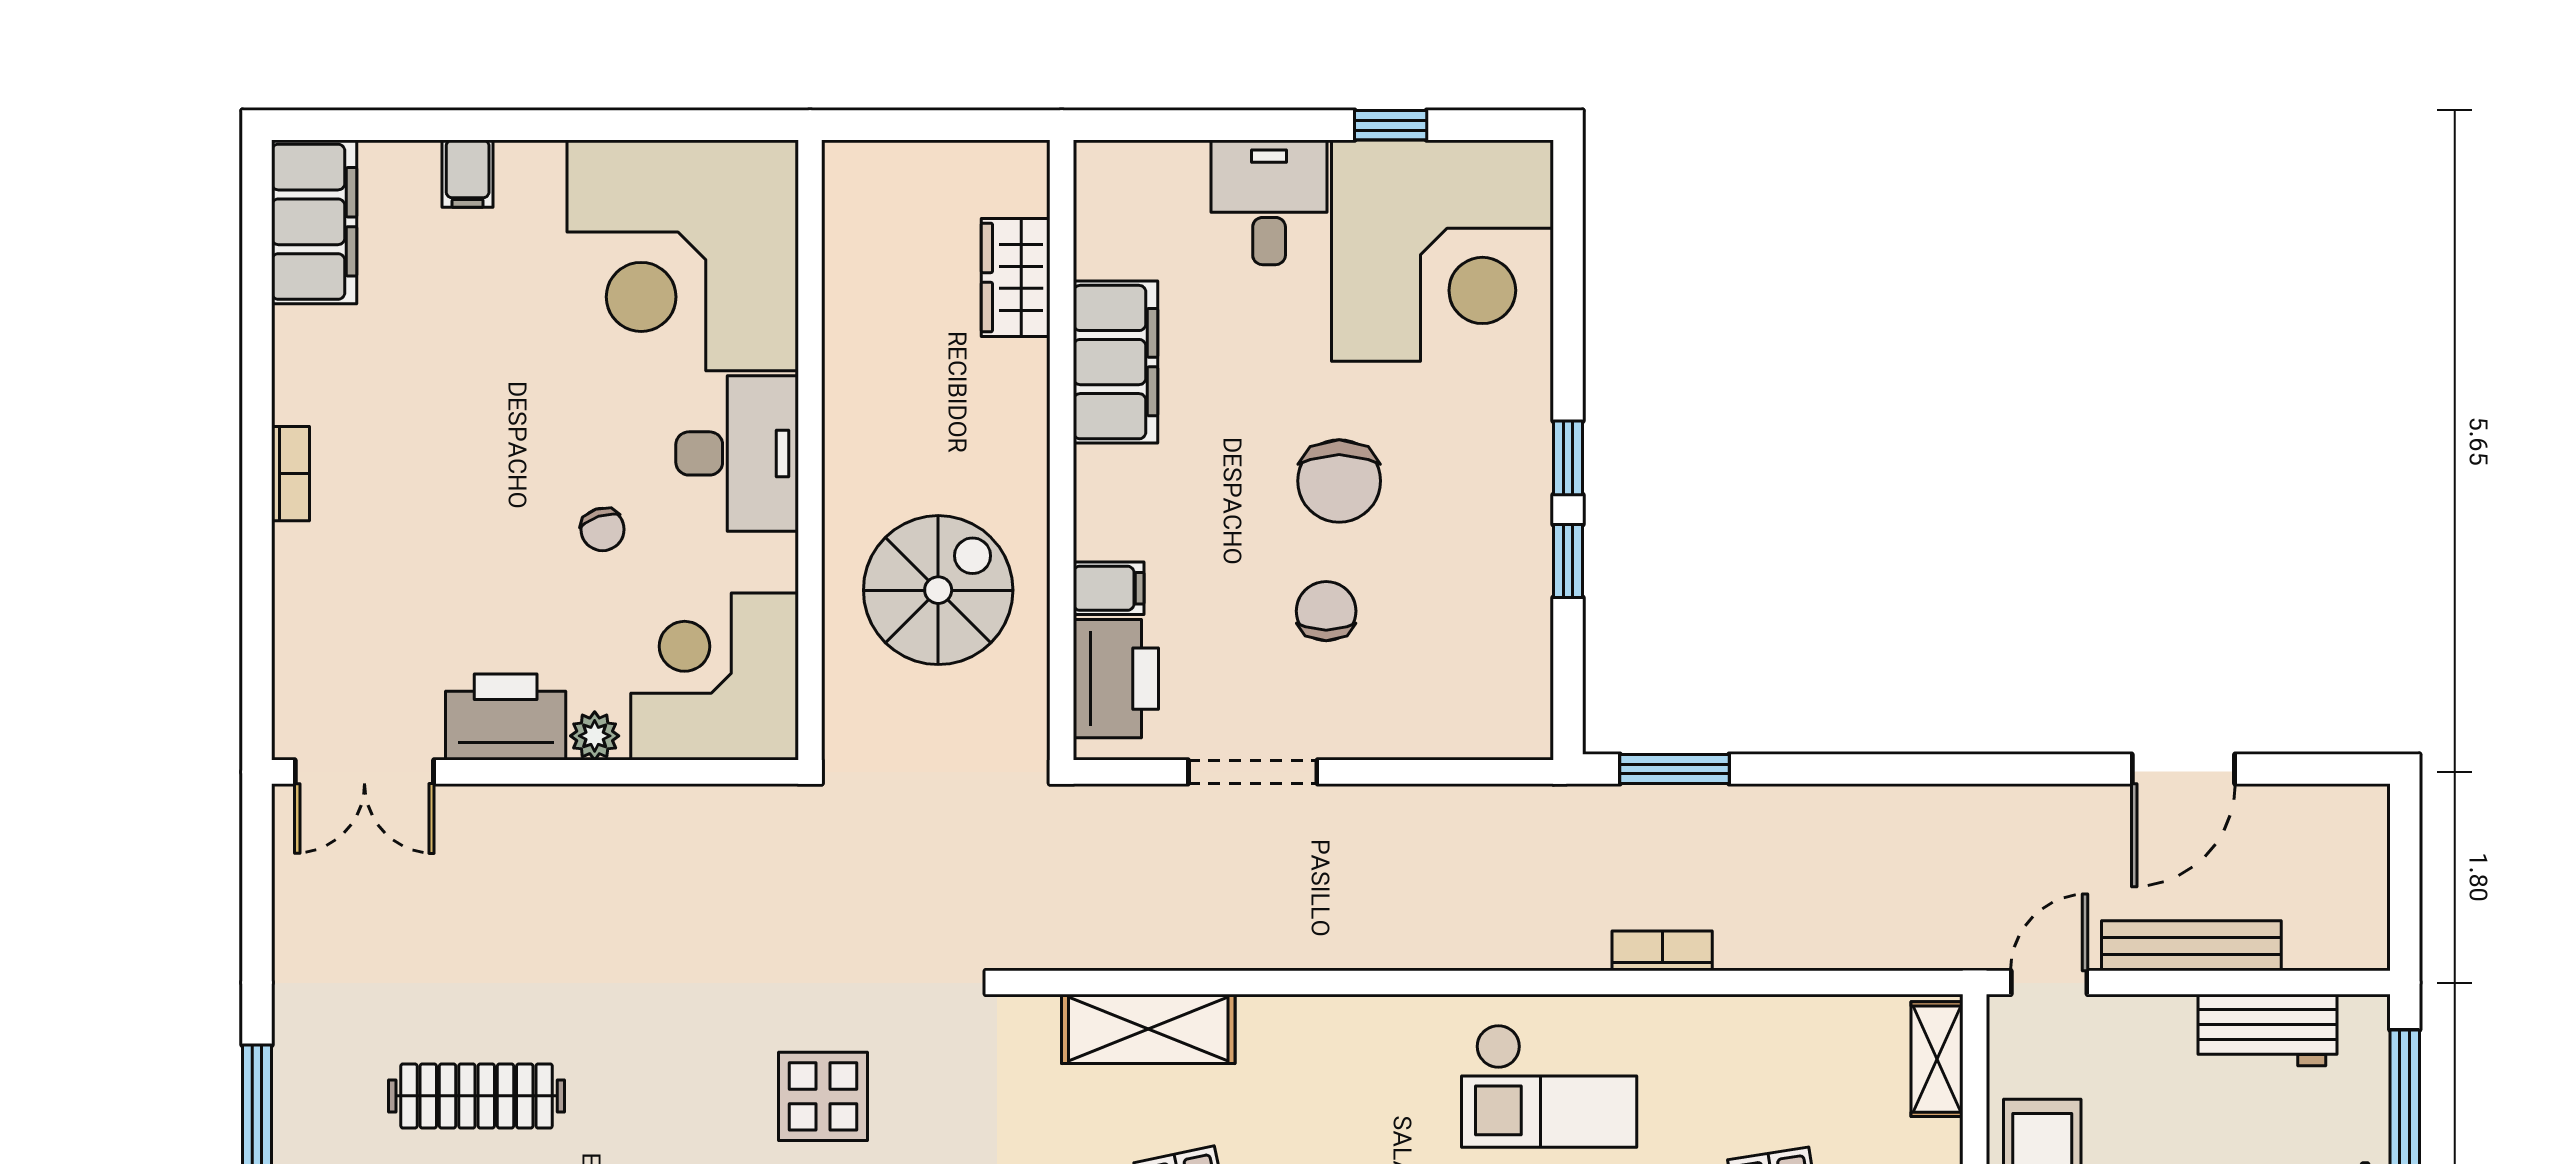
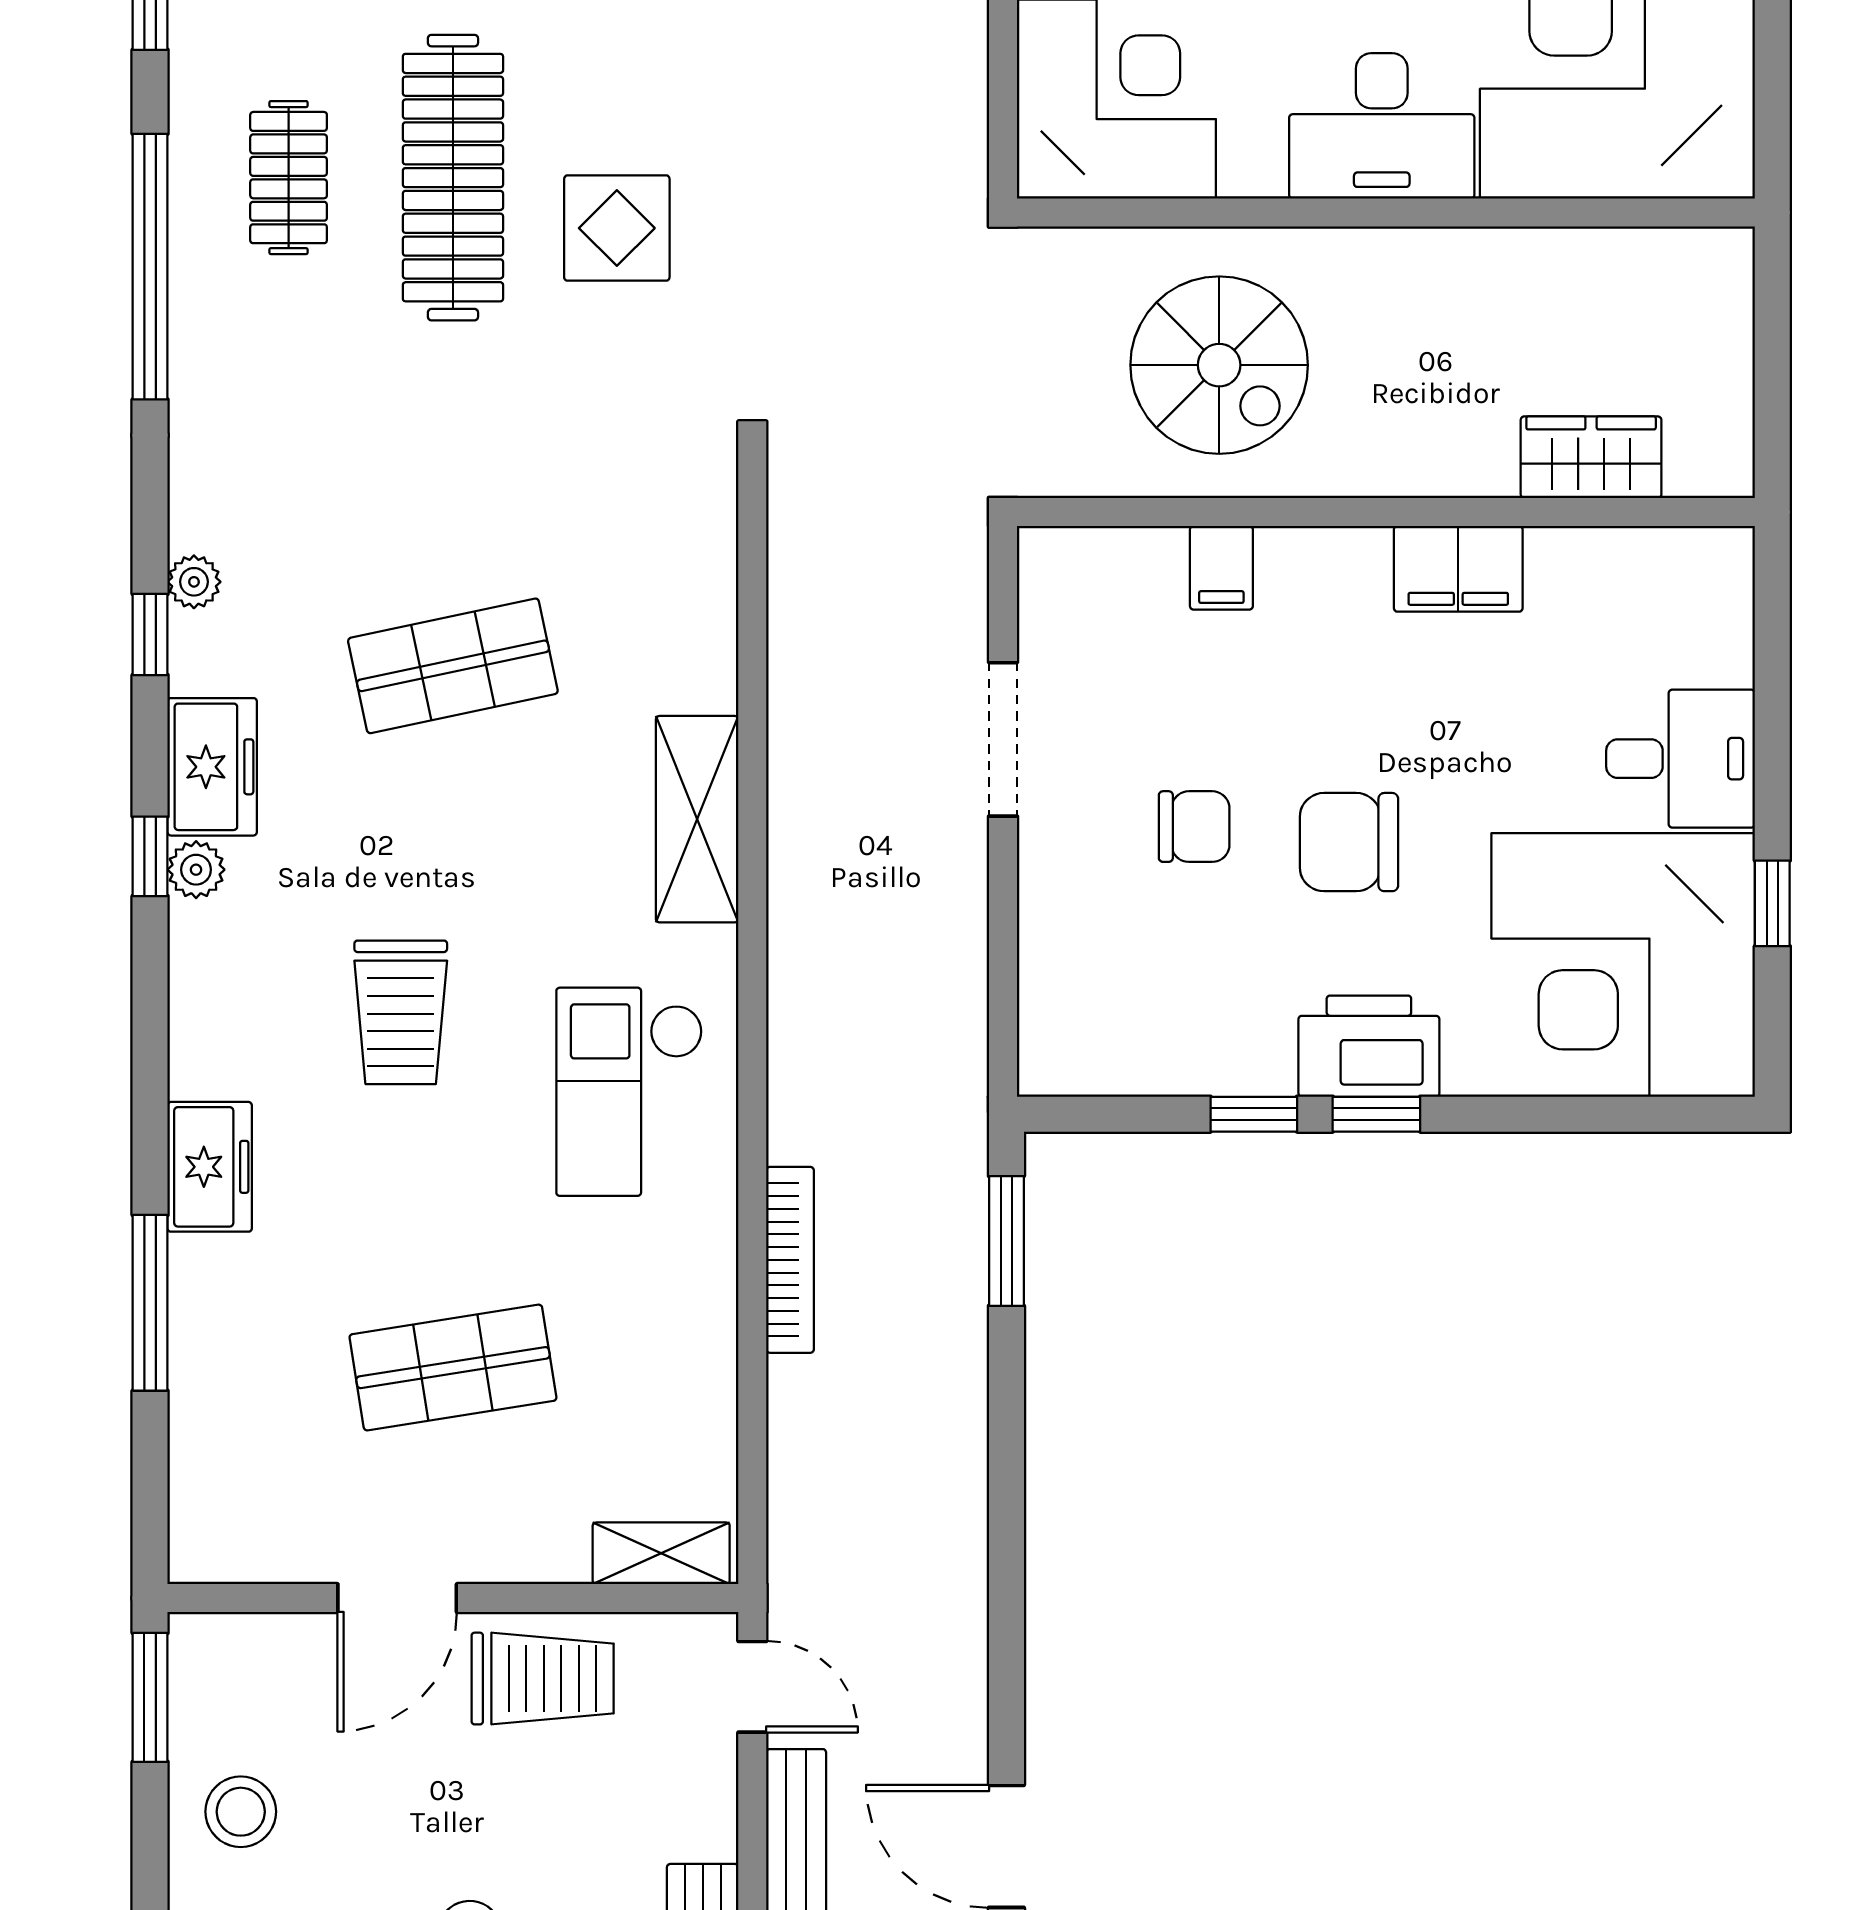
filing cabinet: (1115, 362) -> (1458, 569), width x0.67, depth x0.86
printer: (1116, 679) -> (1369, 1046), moved, turned 180
bookcase: (1662, 951) -> (790, 1260), width x1.56
shelving: (1148, 1029) -> (697, 819), moved

